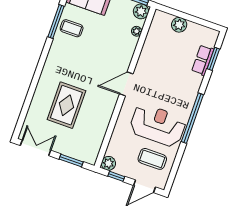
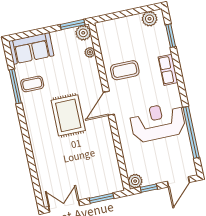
plant: (179, 25) -> (150, 19), moved
row of seats: (203, 60) -> (168, 70), moved
rug: (66, 105) -> (68, 115), moved
window: (192, 118) -> (191, 132), moved
coffee table: (152, 159) -> (125, 70), moved

